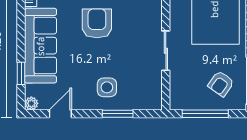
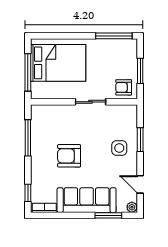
window: (21, 73) -> (108, 215), width x1.50
armchair: (221, 84) -> (124, 87), moved, turned 145
window: (205, 114) -> (140, 71), width x0.69

